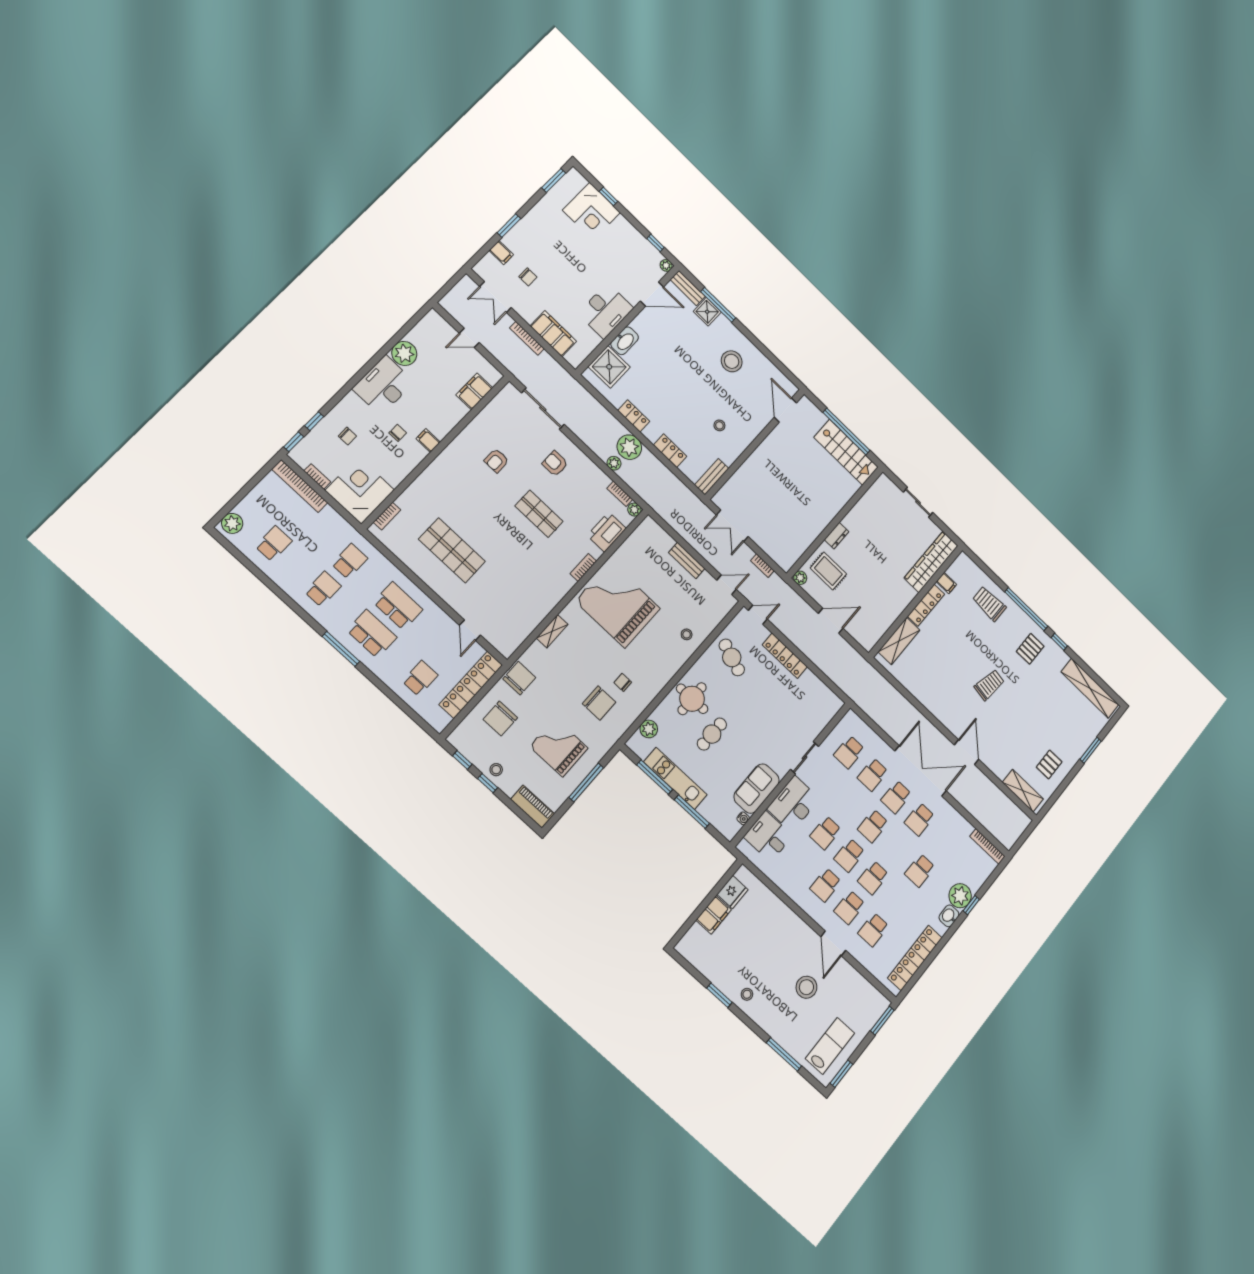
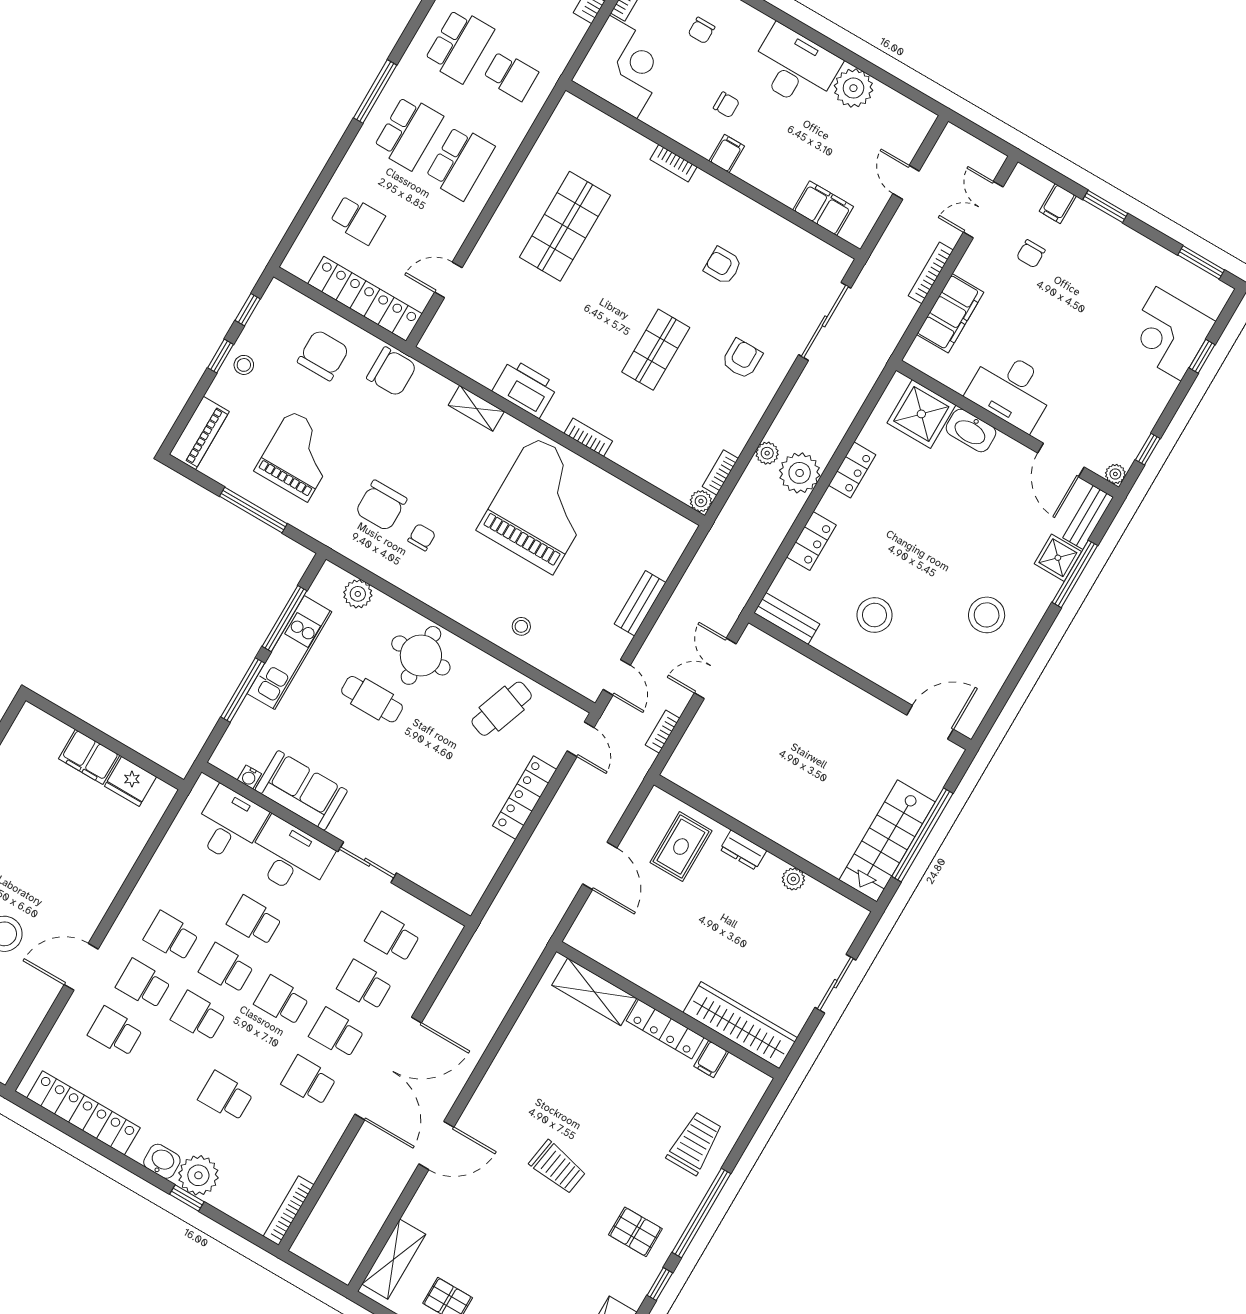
stool: (719, 425) -> (875, 615), width x1.89, depth x1.89
bookcase: (387, 516) -> (673, 163), moved
printer: (607, 532) -> (525, 388), moved
plant: (800, 578) -> (793, 879), moved
school desk: (323, 589) -> (459, 45), width x1.85
chair: (500, 719) -> (323, 355), turned 90

